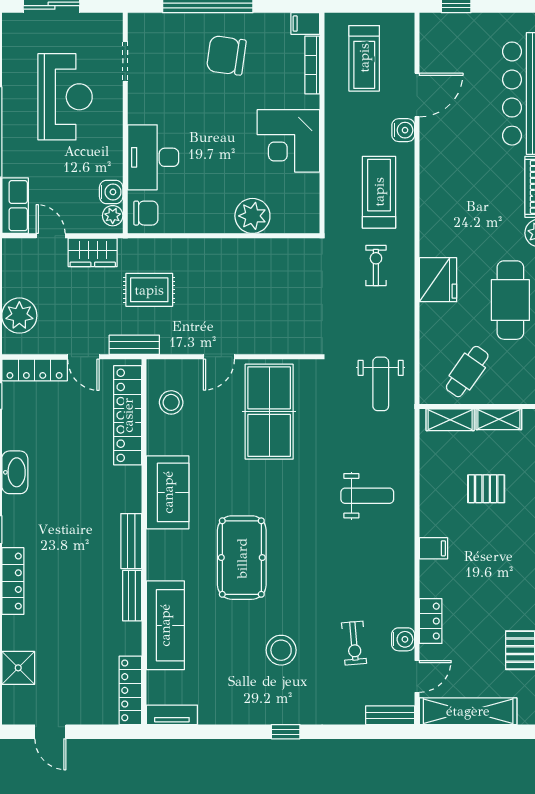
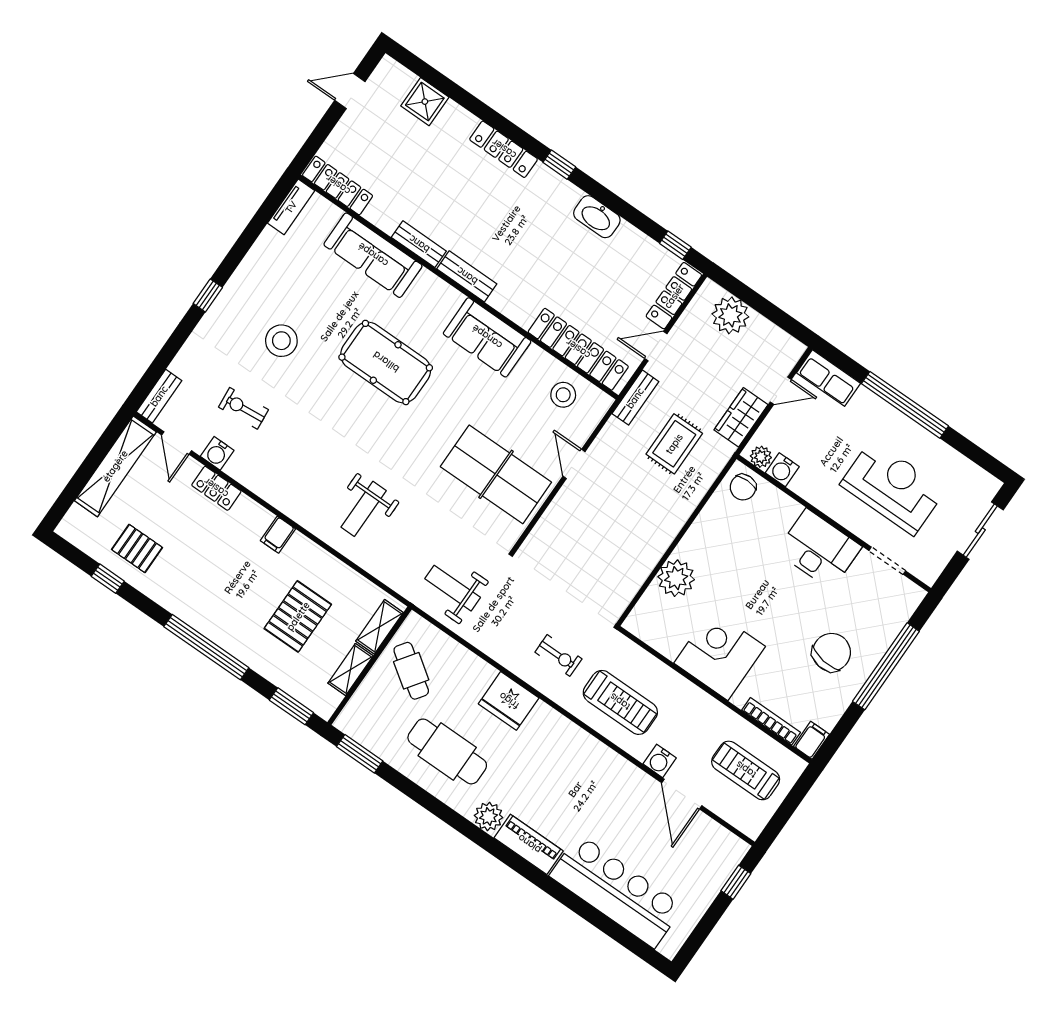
reception desk: (65, 97) -> (893, 487), turned 180
desk: (153, 157) -> (819, 549), moved
pallet: (486, 489) -> (298, 616), width x1.50, depth x1.42

